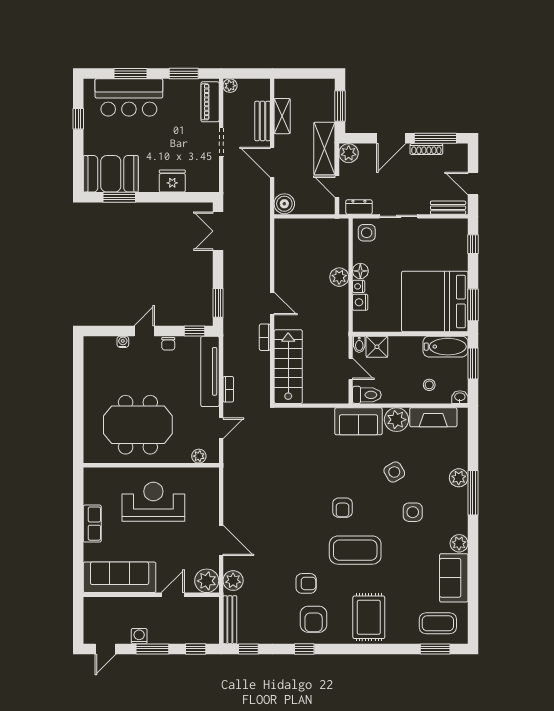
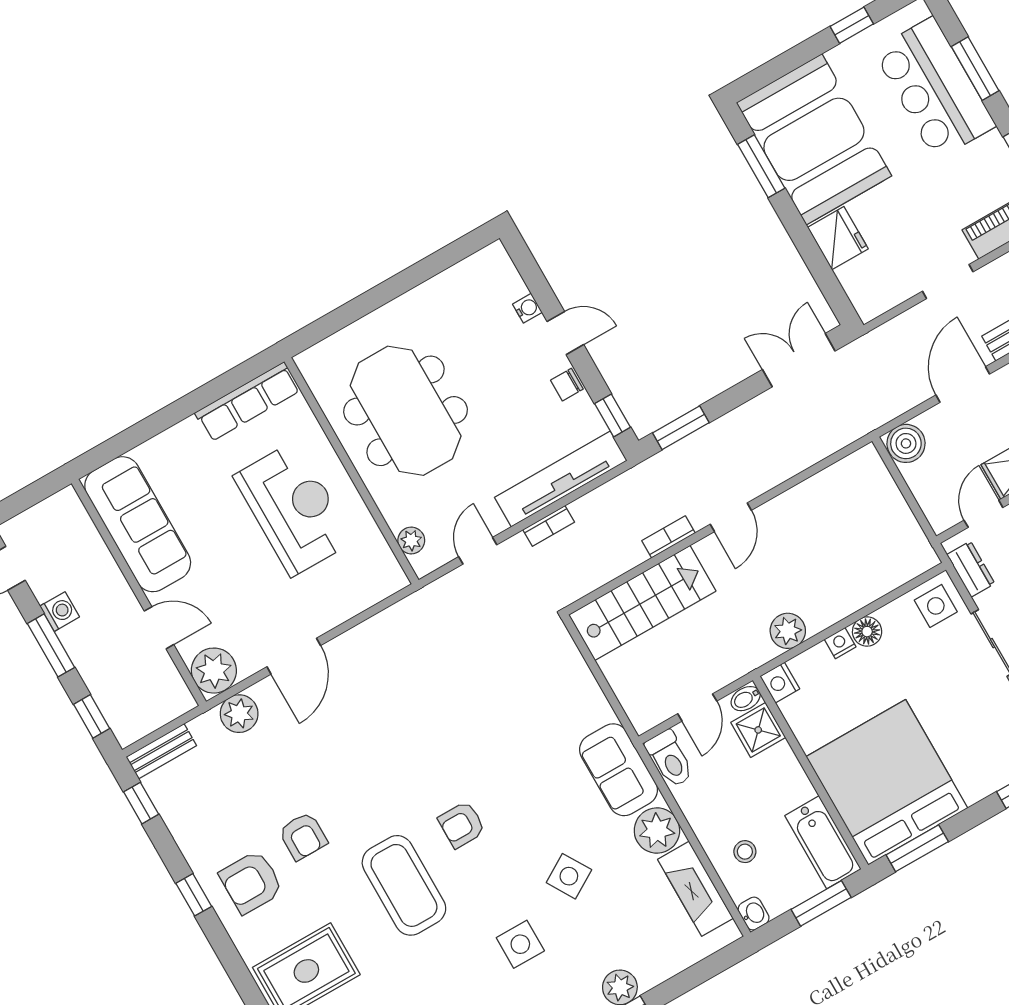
booth: (111, 174) -> (814, 139), width x1.36, depth x1.42
plant: (339, 277) -> (788, 631), moved
nightstand: (360, 302) -> (780, 683), moved, turned -90
door: (221, 428) -> (478, 551), swing flipped
row of seats: (92, 524) -> (248, 402), moved, width x1.48
bench: (230, 620) -> (161, 751), width x0.73

